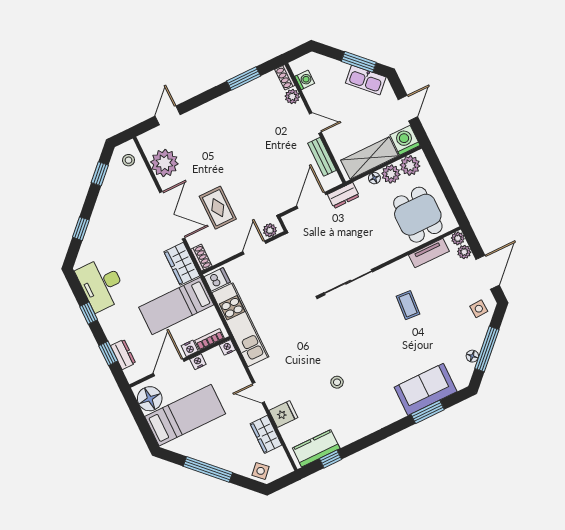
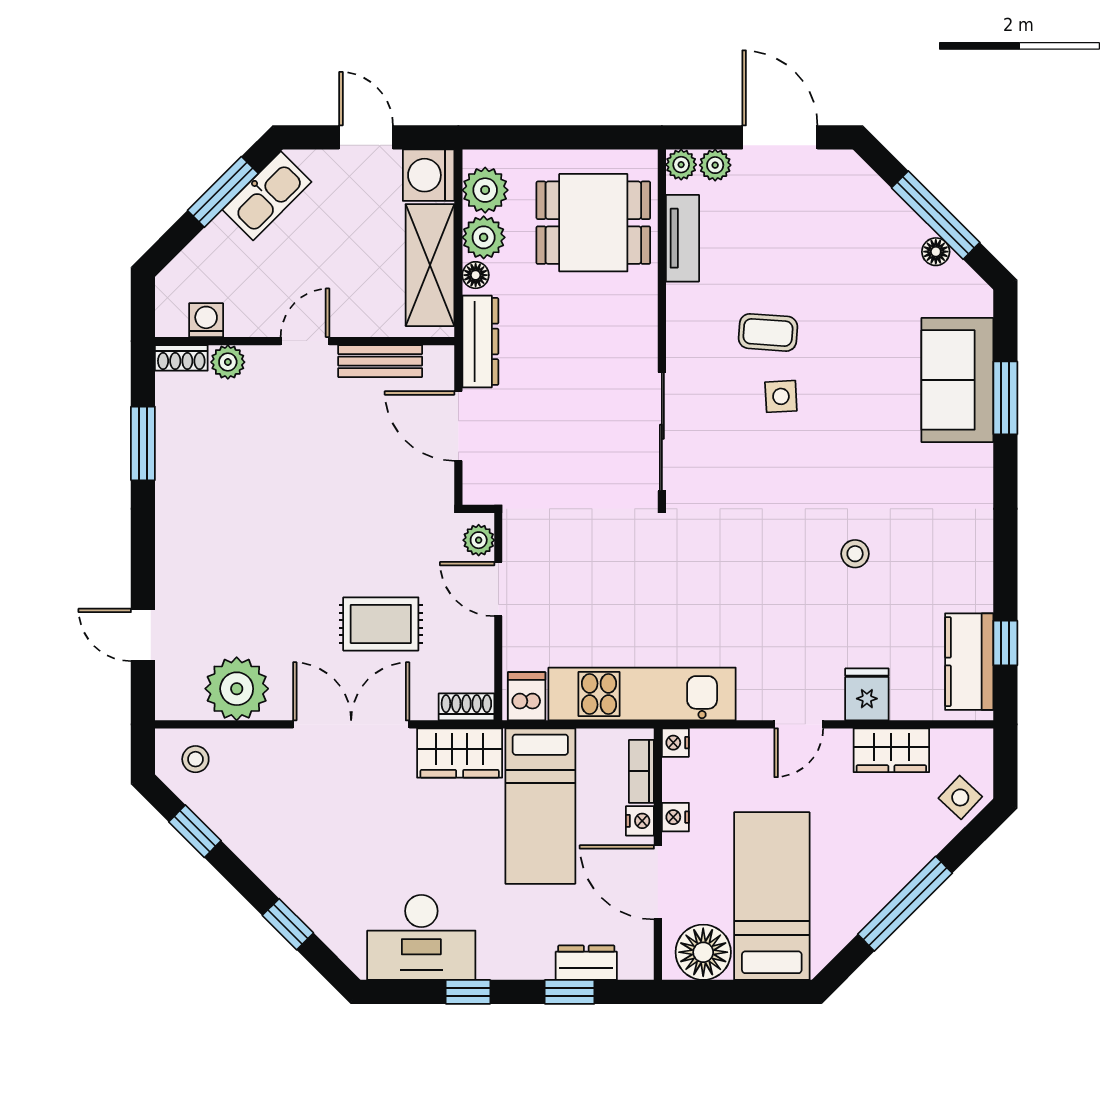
dresser: (343, 195) -> (480, 341), width x1.44
side table: (479, 309) -> (781, 396), moved

